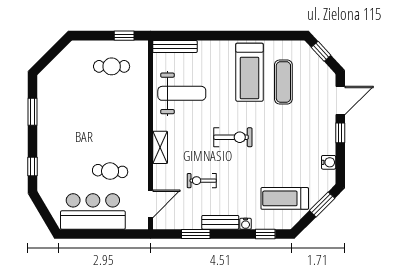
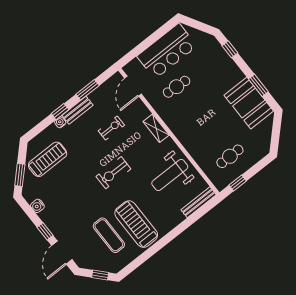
booth: (54, 102) -> (249, 103), added
window: (265, 234) -> (60, 112), moved

